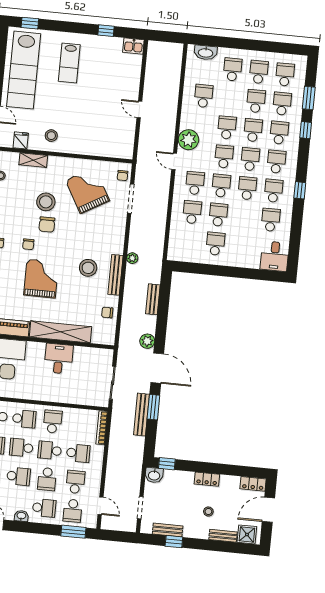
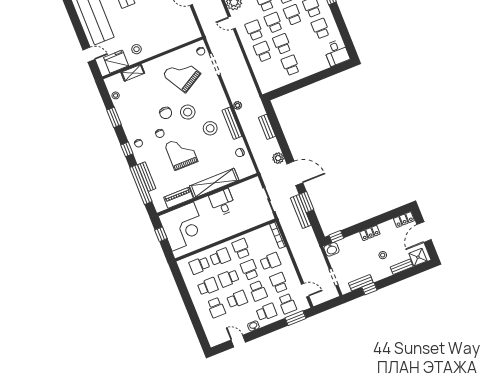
fridge: (21, 140) -> (116, 62), width x1.88, depth x1.34
stool: (46, 202) -> (188, 112), moved
school desk: (50, 450) -> (250, 270), turned 90

